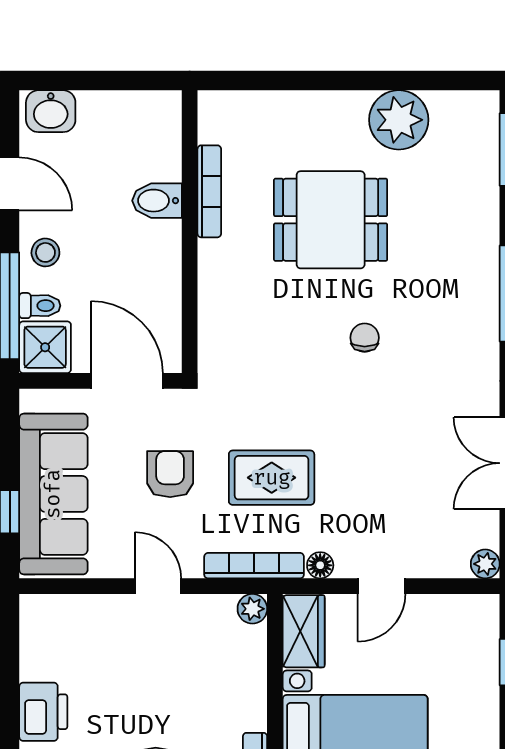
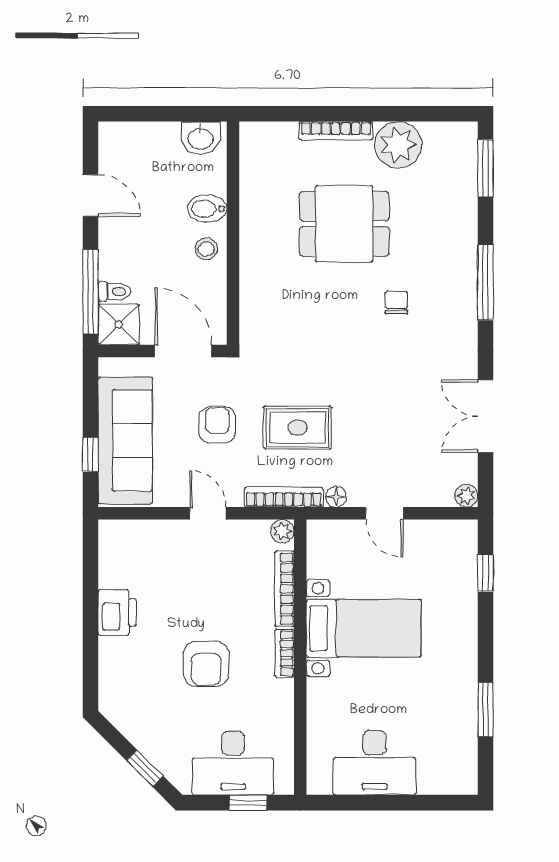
washbasin: (51, 111) -> (201, 138), moved
bookcase: (209, 191) -> (336, 131), moved, turned 90
stool: (45, 252) -> (206, 249), moved
chair: (365, 338) -> (396, 303), moved
door: (382, 586) -> (385, 513), hinge flipped
wardrobe: (304, 631) -> (323, 549), removed
bookcase: (255, 682) -> (284, 589), added

